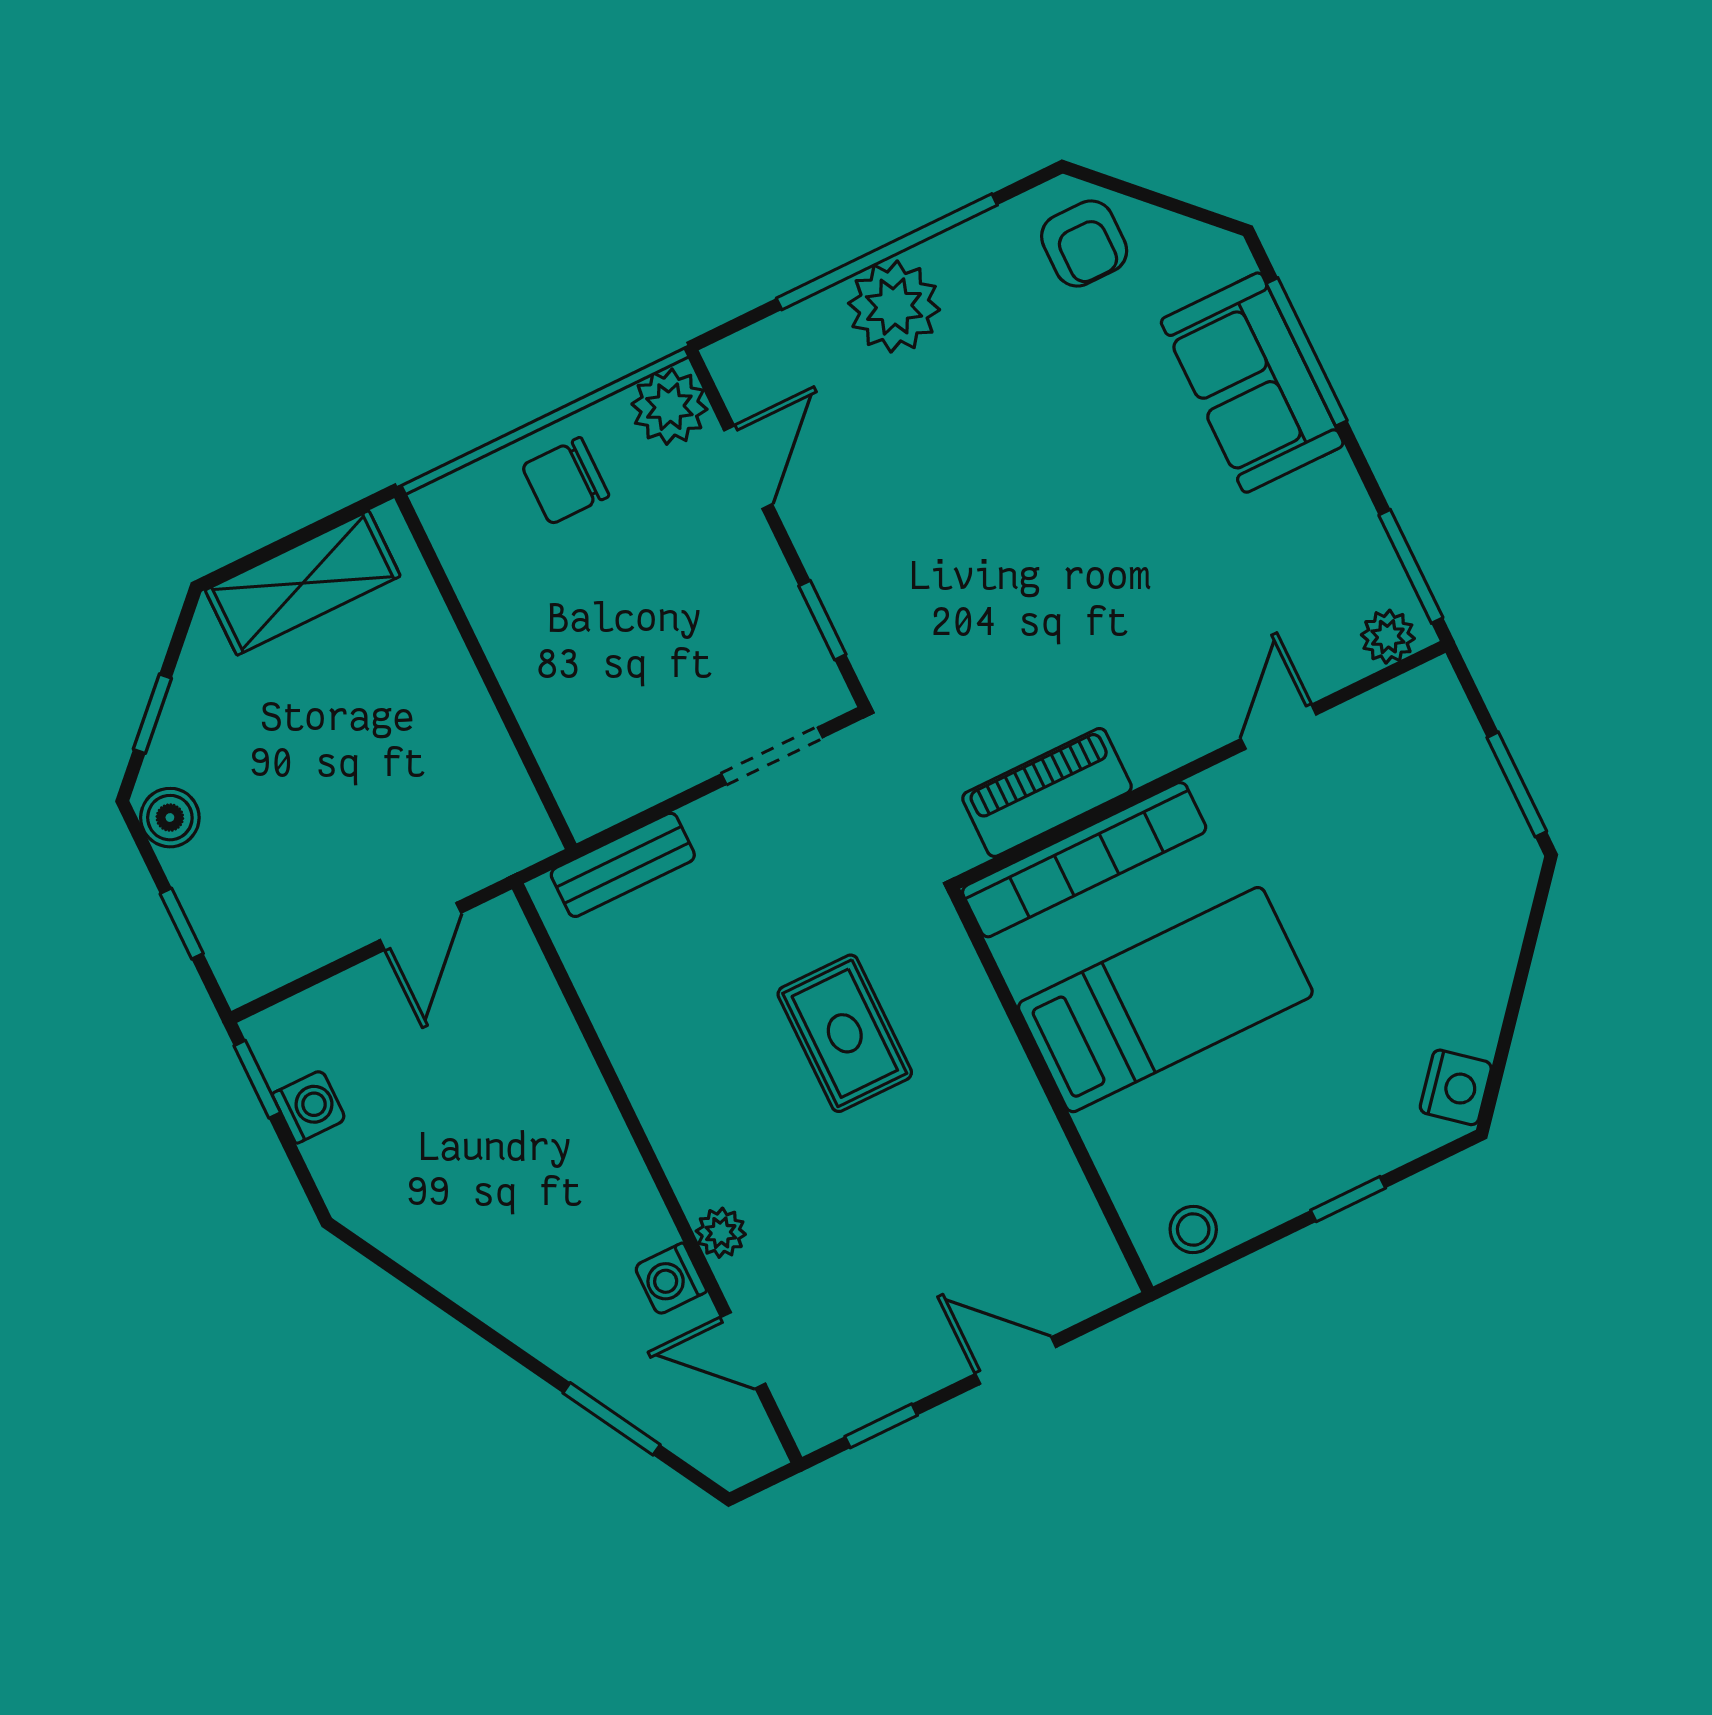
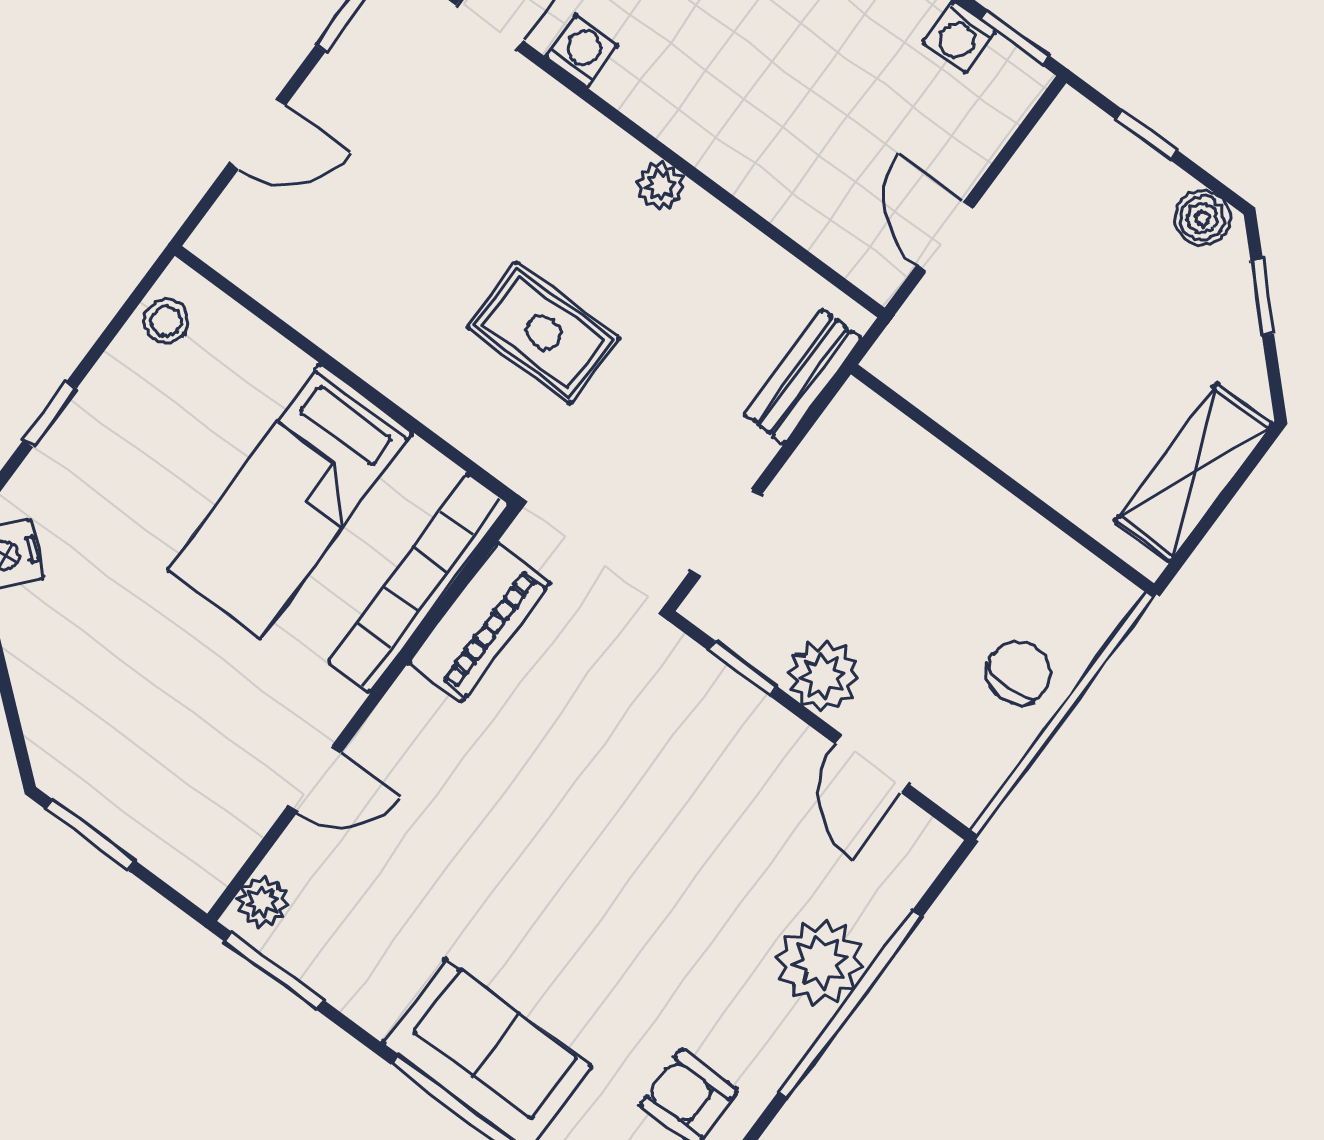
plant: (669, 407) -> (823, 676), moved
door: (1279, 727) -> (315, 779), hinge flipped
plant: (721, 1233) -> (660, 186), moved

